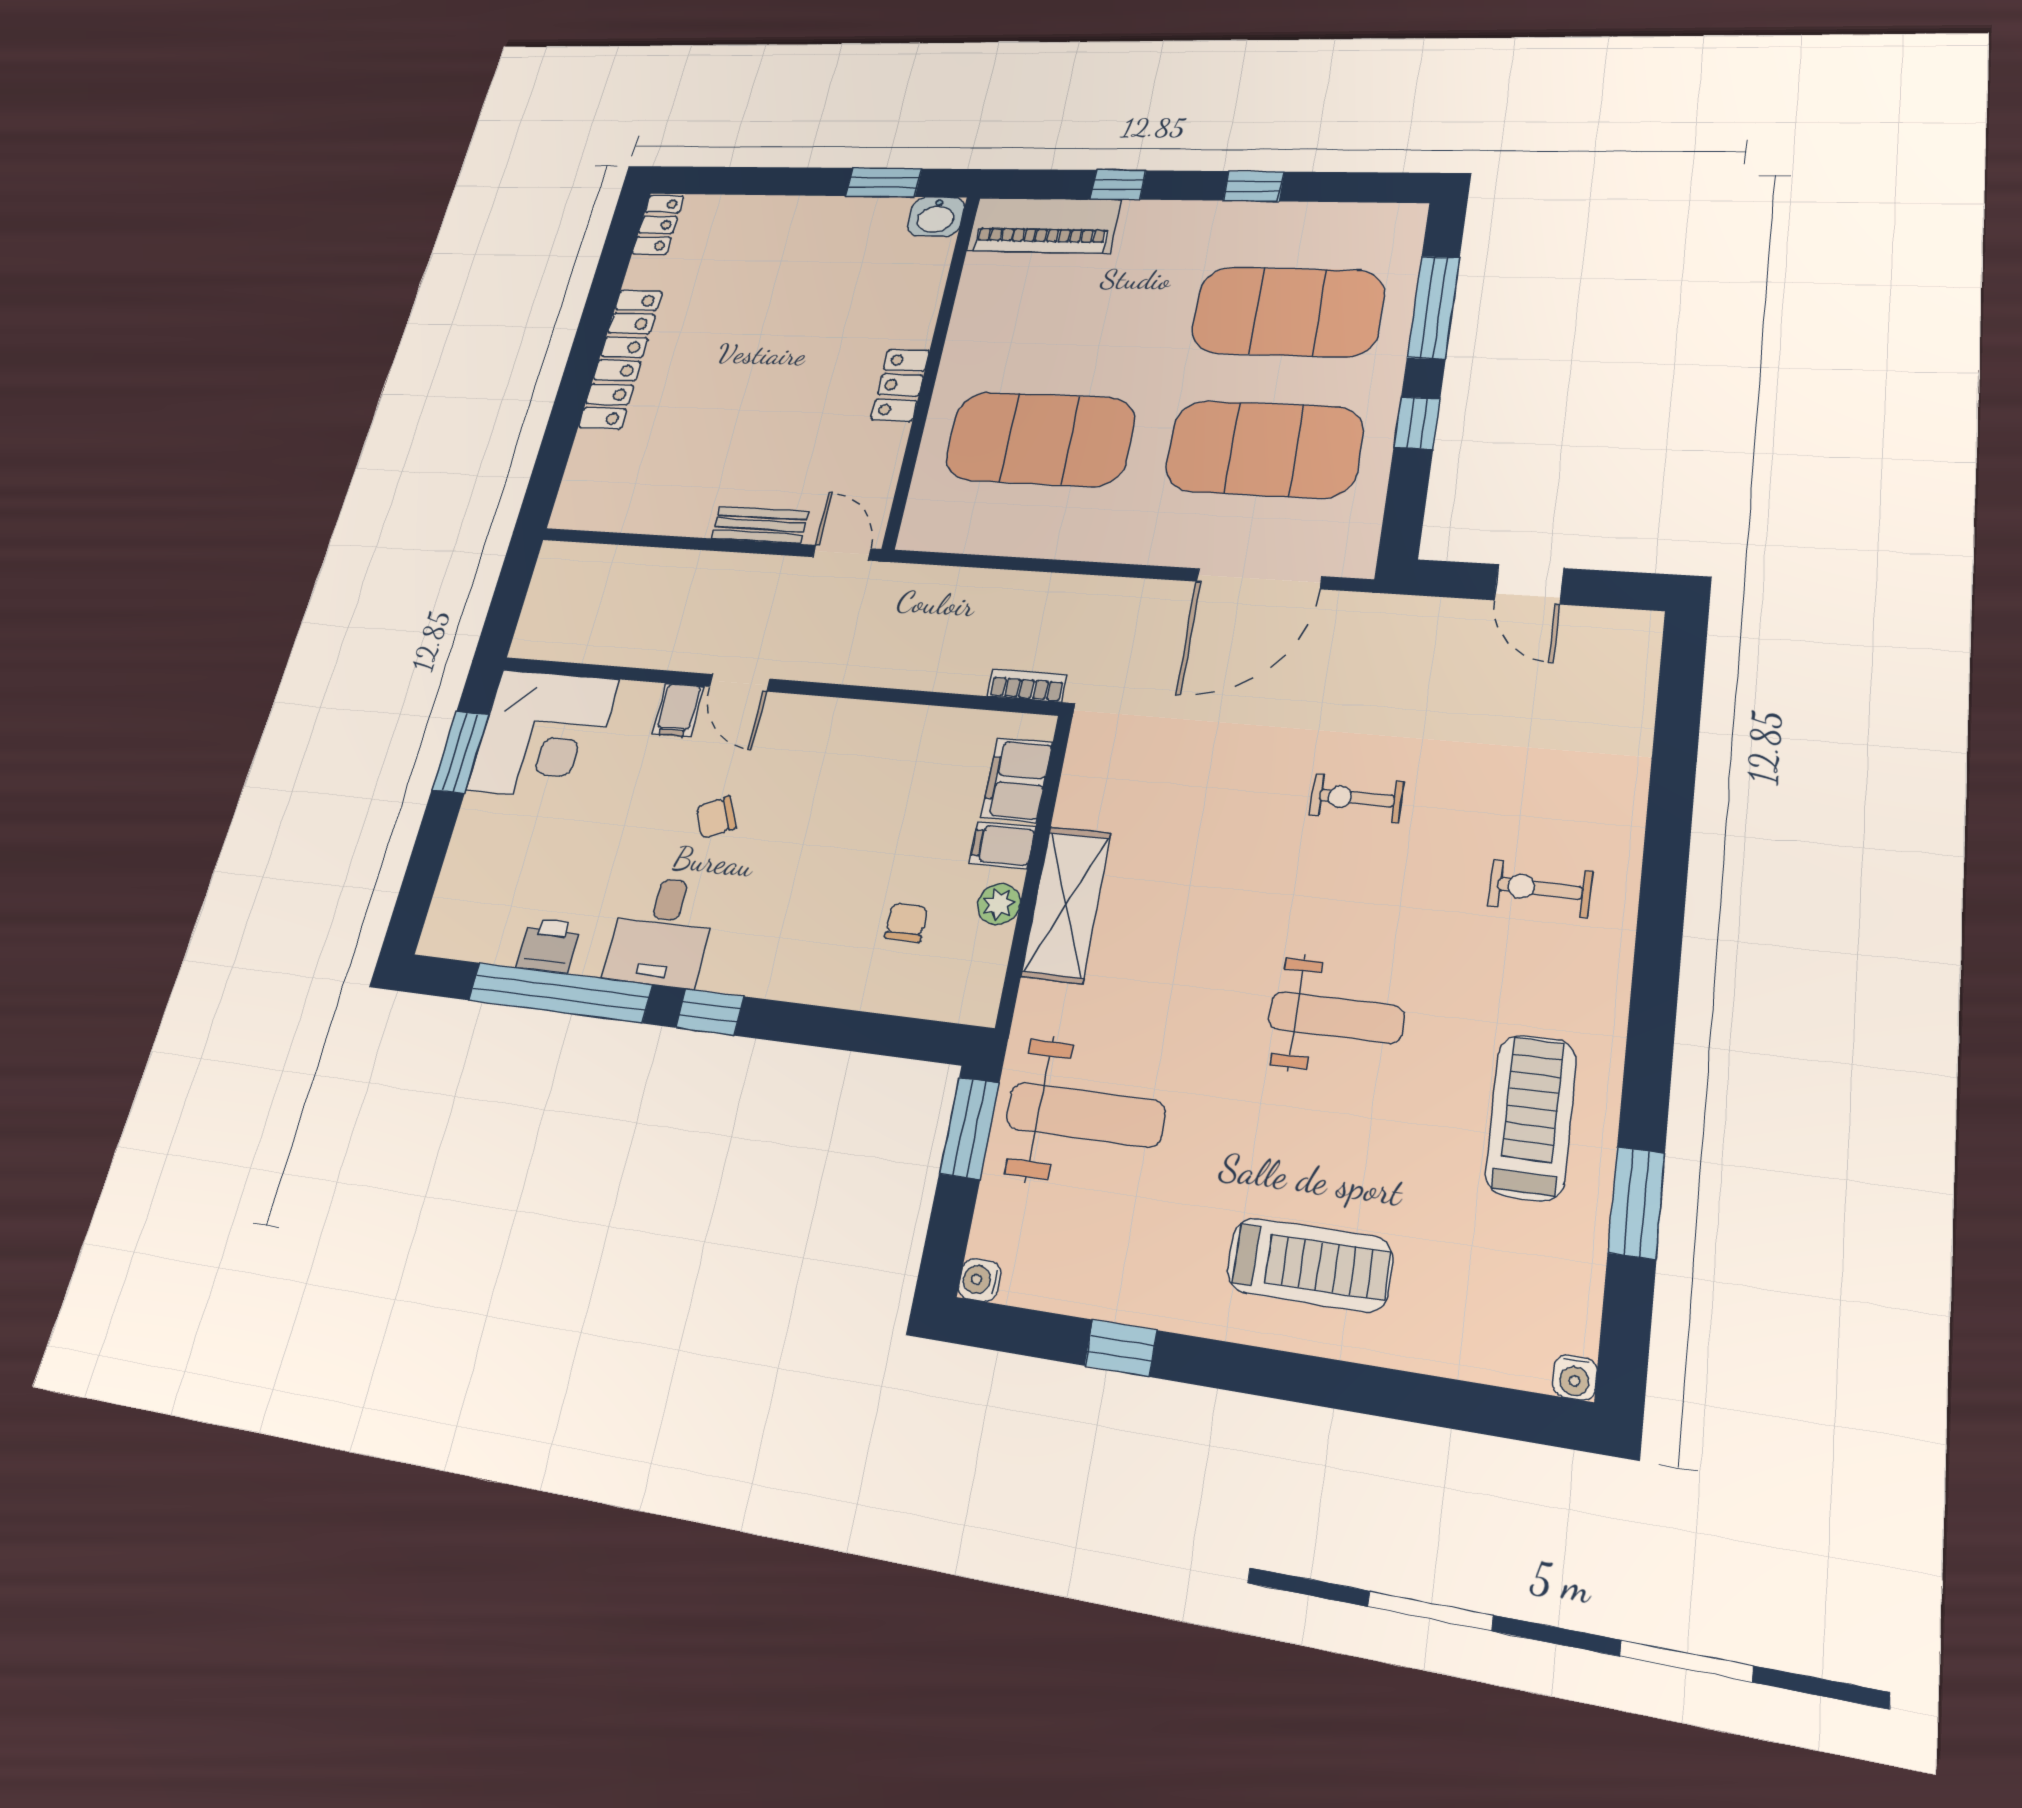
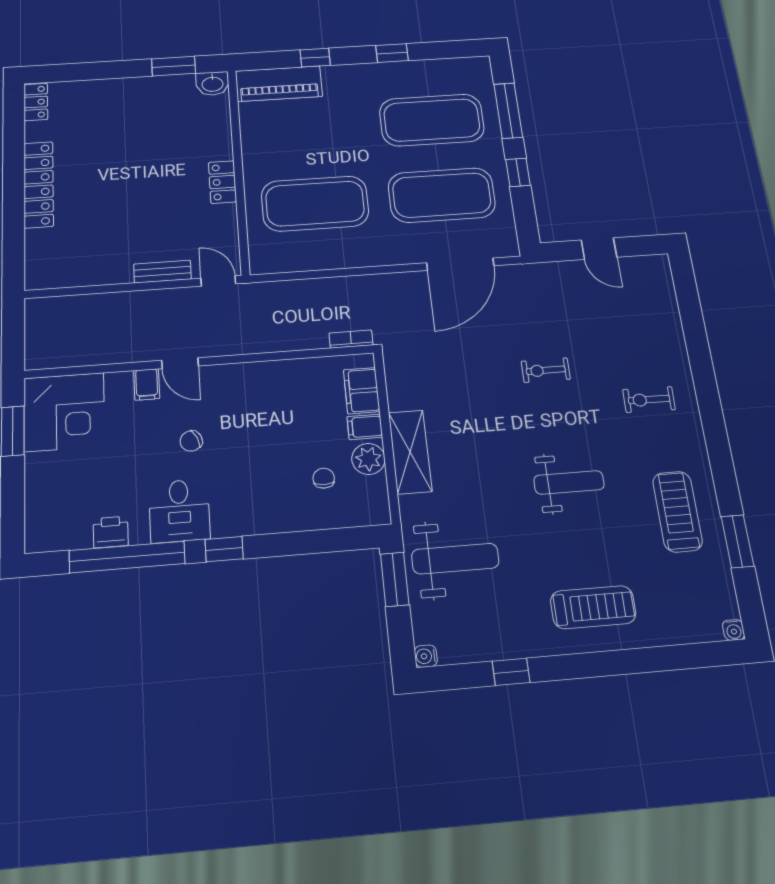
plant: (999, 904) -> (368, 459), width x1.38, depth x1.38

